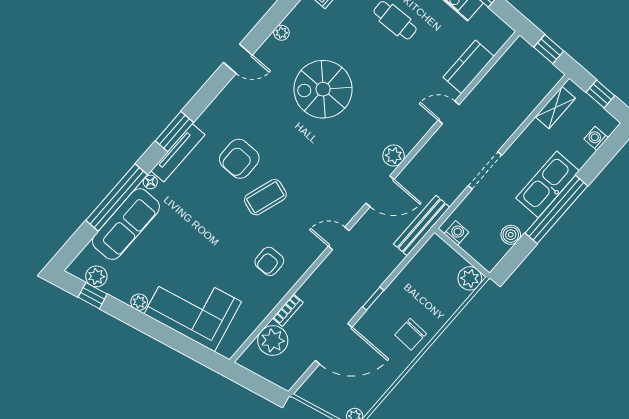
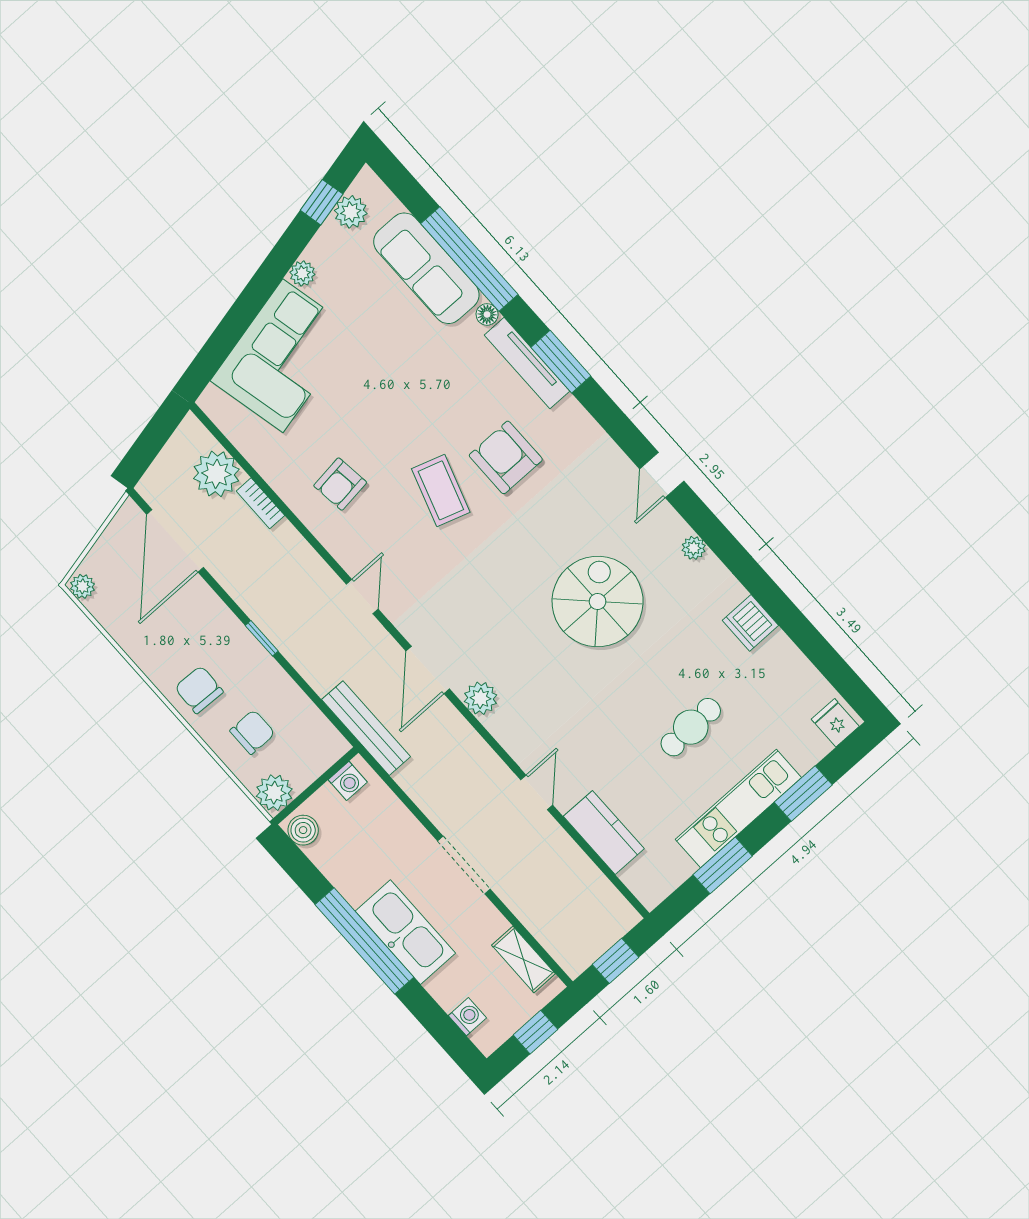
doorway: (485, 170) -> (464, 865), moved
boiler: (511, 235) -> (303, 830), moved
armchair: (269, 261) -> (340, 484), turned -96
chair: (433, 297) -> (252, 732), added
door: (334, 344) -> (175, 541), moved

